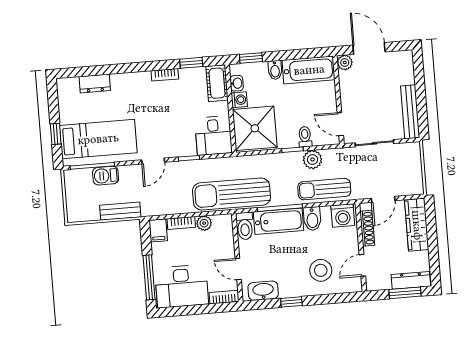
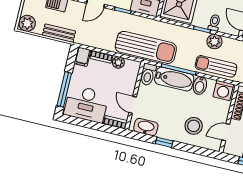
sun lounger: (231, 194) -> (146, 47), turned 180
plant: (78, 212) -> (27, 23), added

